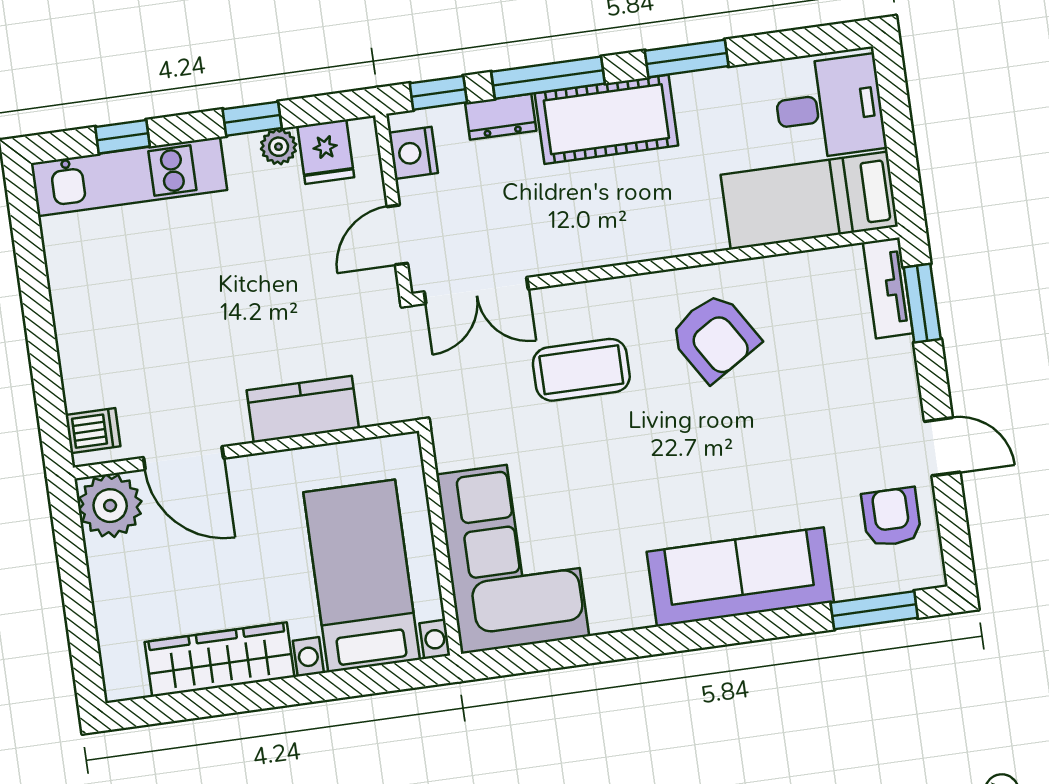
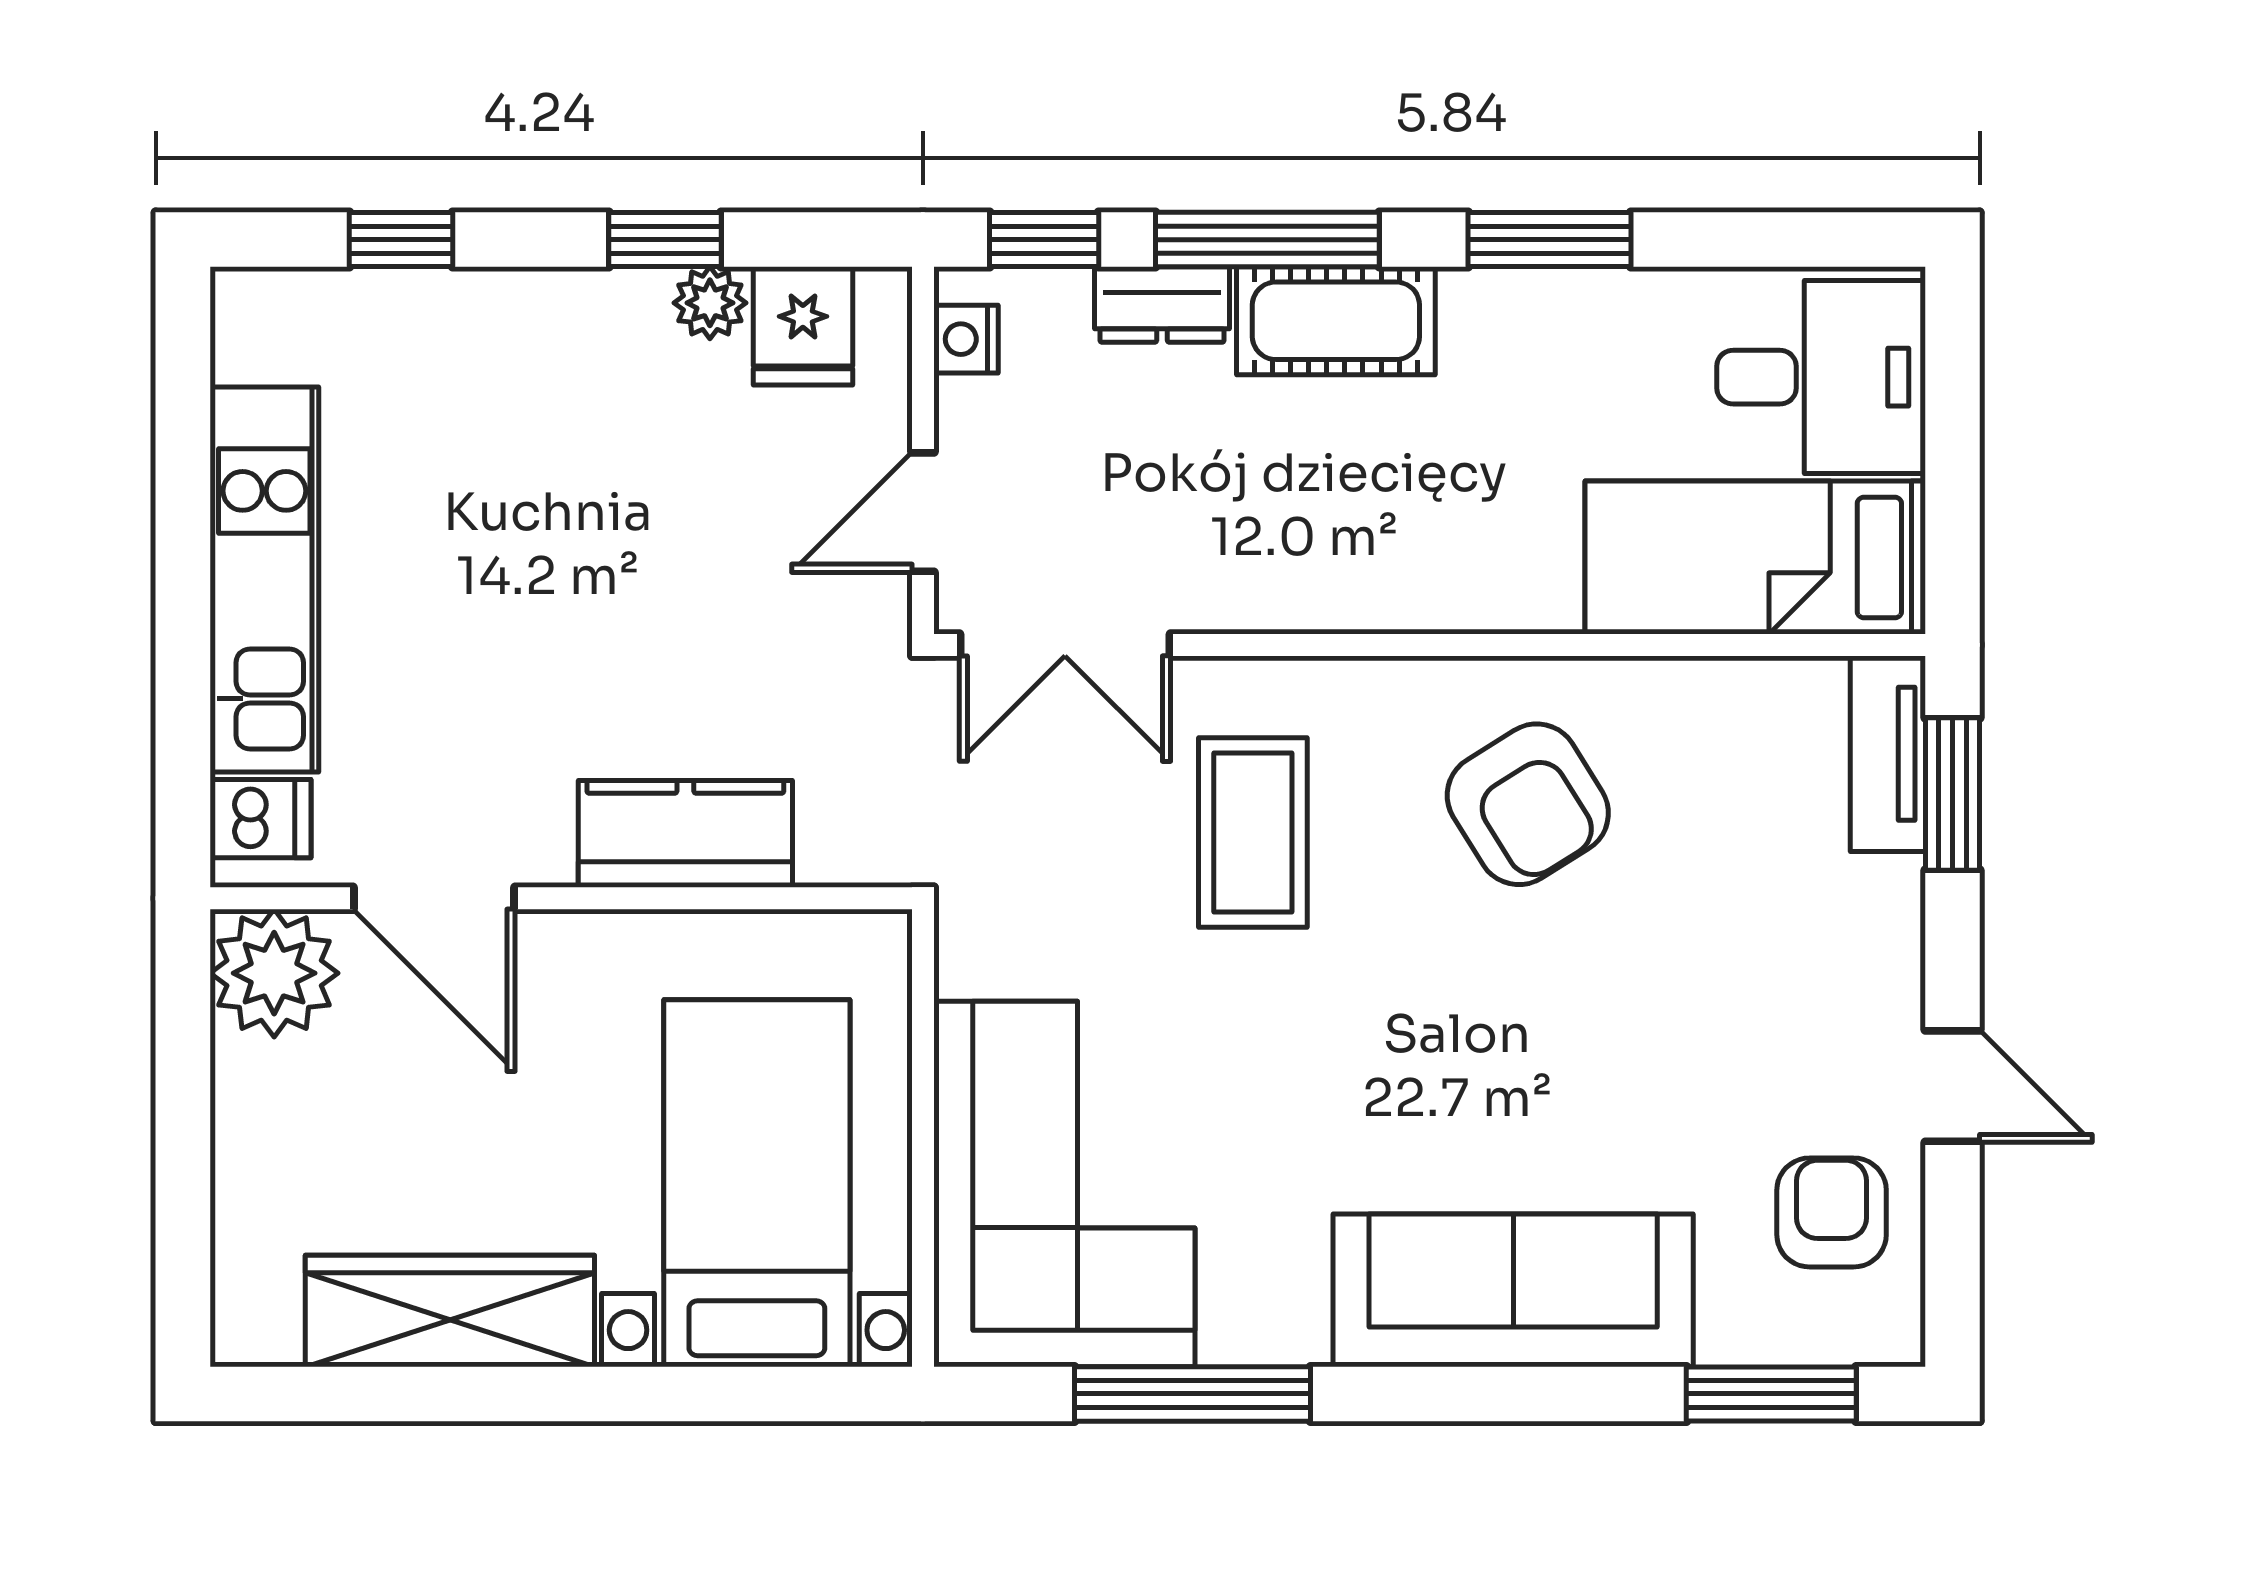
cot: (606, 119) -> (1336, 321), width x0.73, depth x0.75
nightstand: (413, 153) -> (966, 339), width x0.72, depth x0.74
kitchen unit: (129, 177) -> (264, 580), moved, turned -90
coffee table: (581, 370) -> (1253, 832), turned 90
window: (590, 650) -> (1193, 1394), added

